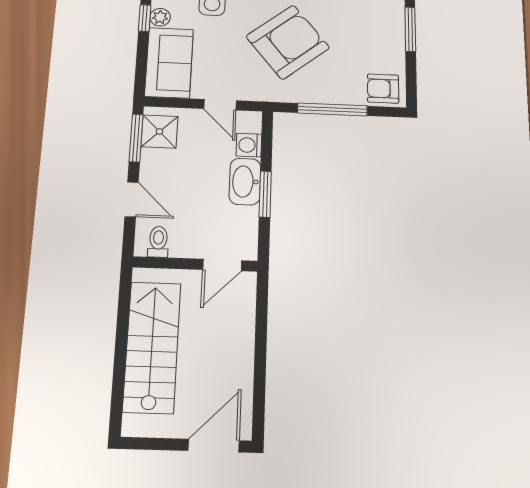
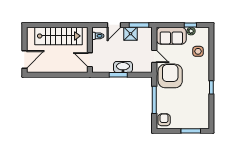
armchair: (288, 42) -> (170, 76), moved, turned -141
door: (220, 105) -> (154, 56), swing flipped
shower: (159, 132) -> (130, 34), moved
washing machine: (249, 145) -> (138, 68), removed
door: (214, 446) -> (24, 60), hinge flipped

